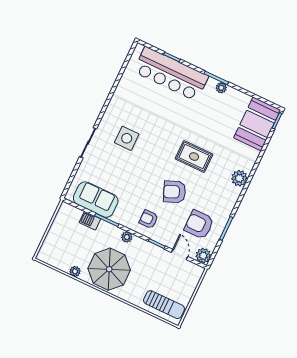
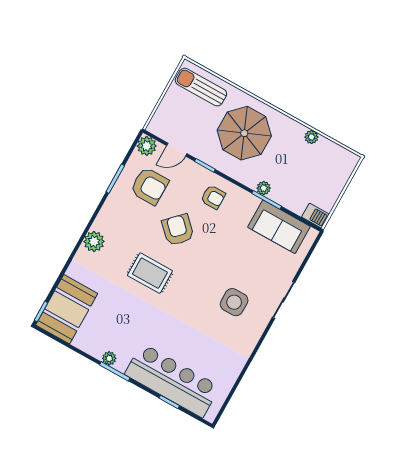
armchair: (174, 192) -> (178, 230), turned -113
barbecue: (90, 221) -> (315, 216), moved
plant: (127, 237) -> (264, 188), moved
door: (180, 254) -> (177, 150), hinge flipped
parasol: (109, 269) -> (244, 133), moved

